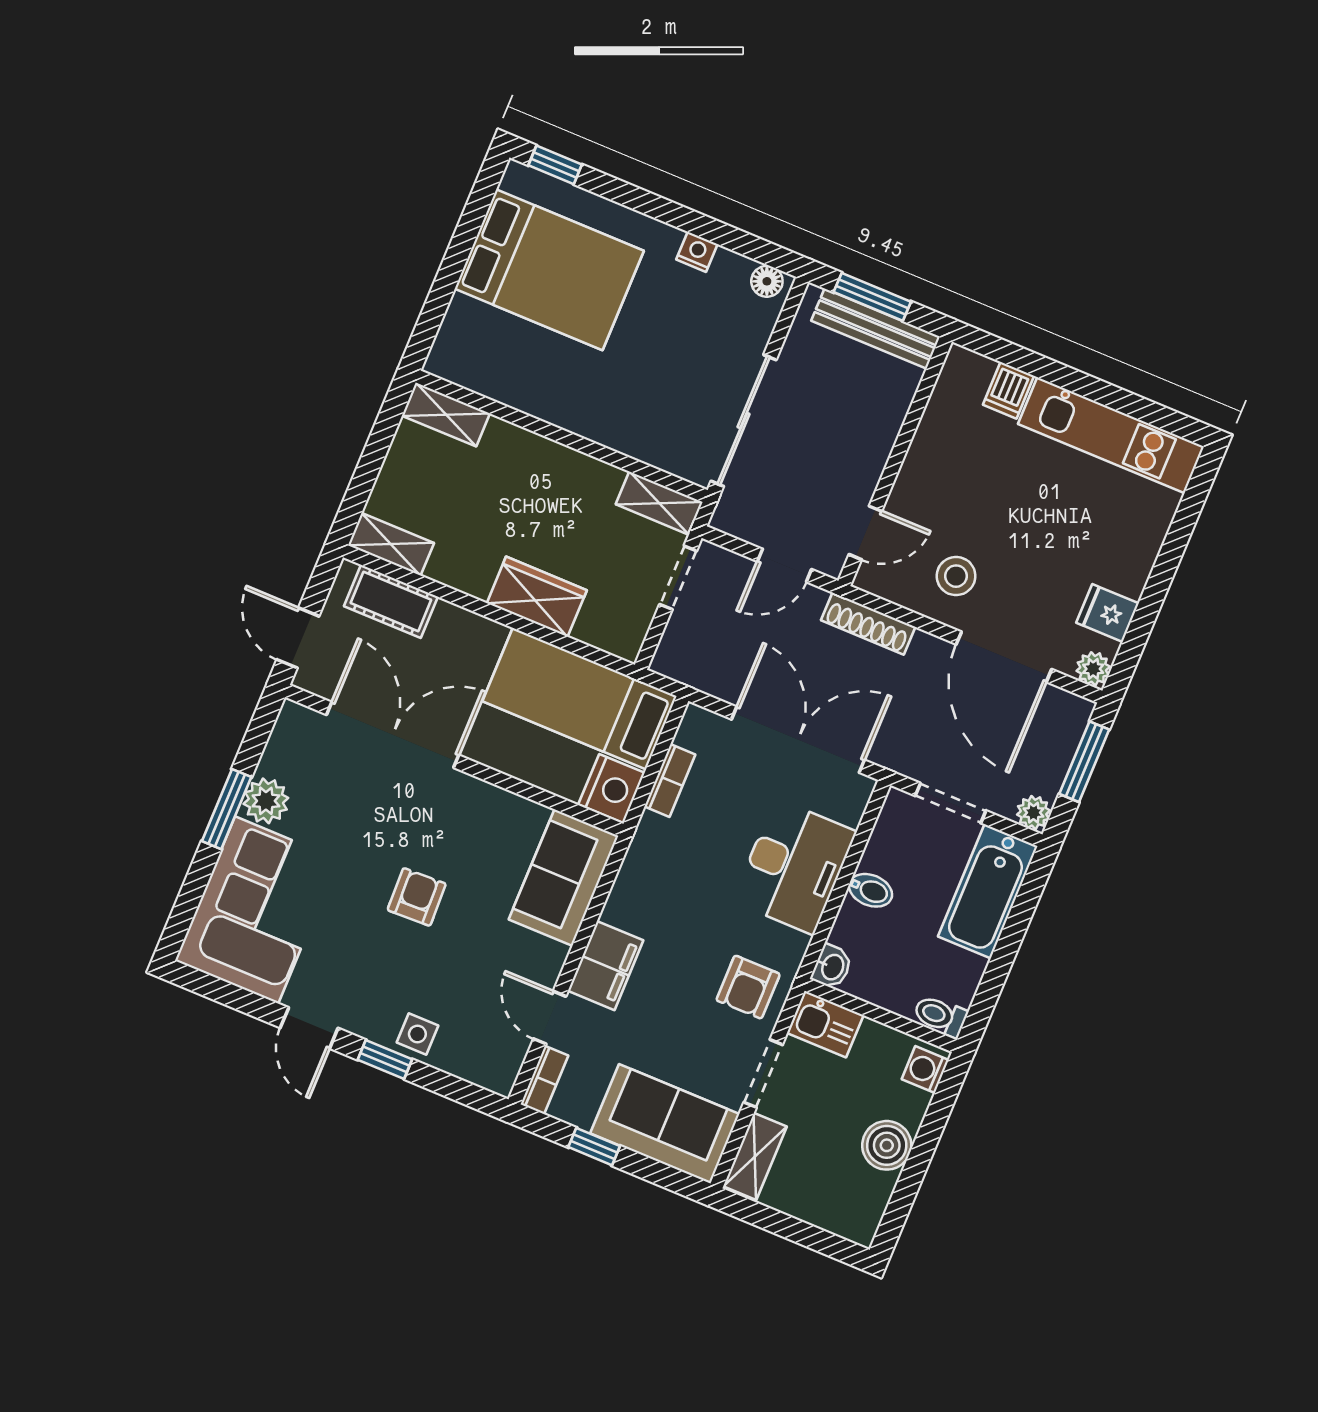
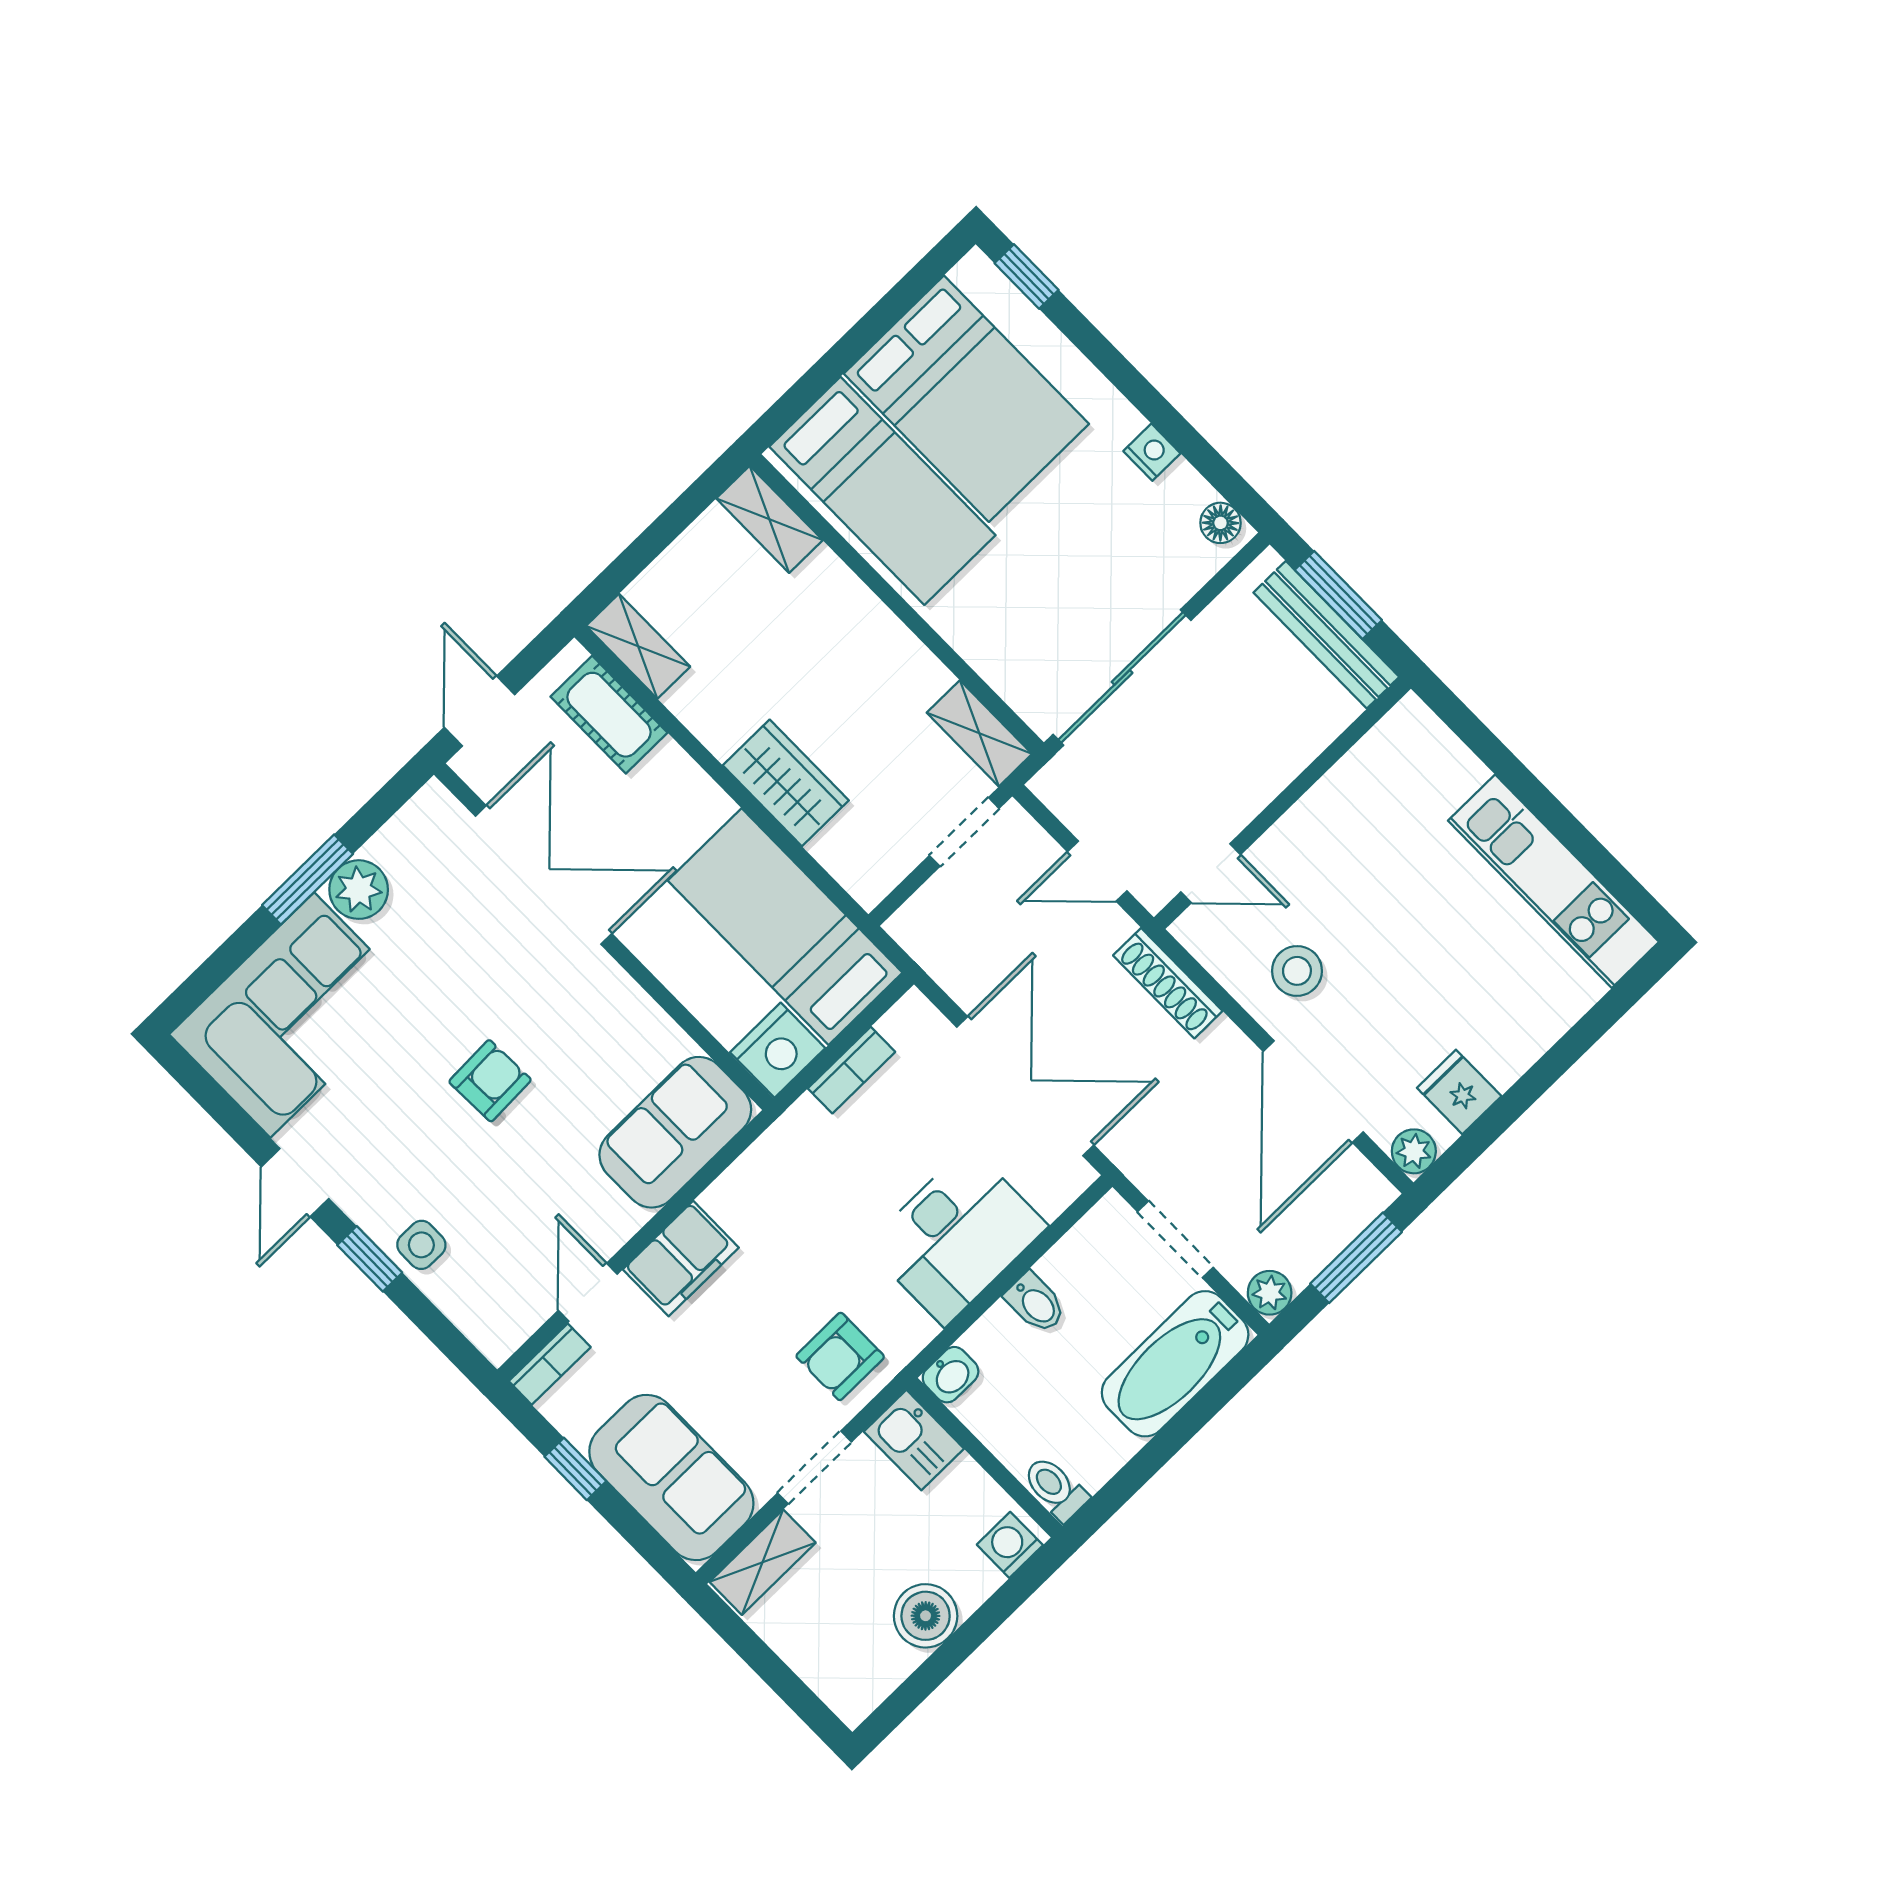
bed: (517, 360) -> (882, 491), added
dishwasher: (1009, 390) -> (1454, 776), removed

